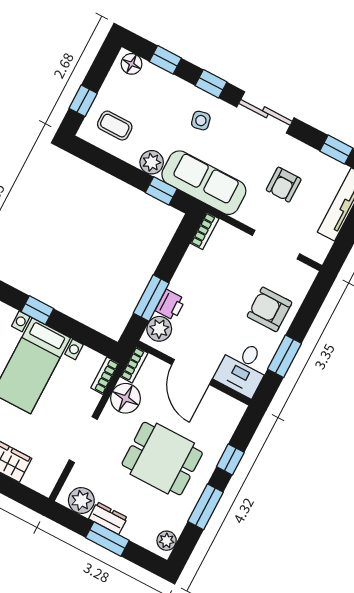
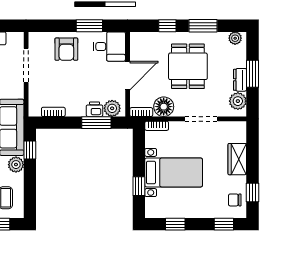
bookcase: (205, 231) -> (53, 112), moved

